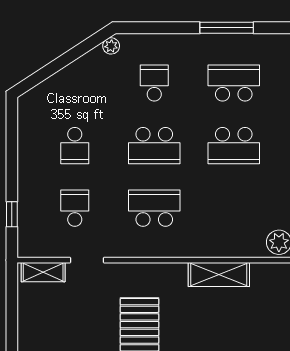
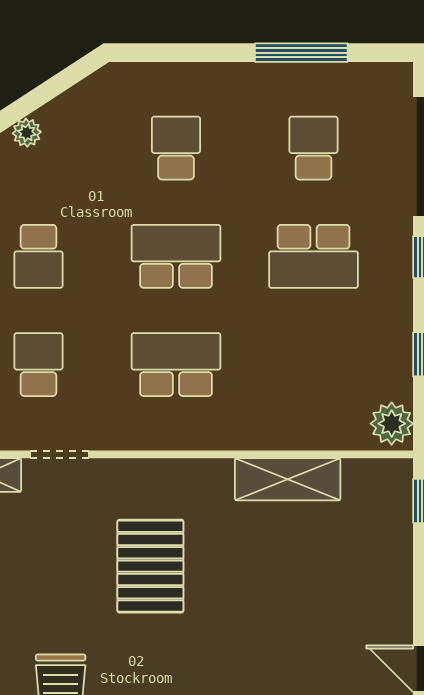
plant: (111, 46) -> (27, 133), moved
school desk: (234, 83) -> (314, 148), width x0.54
school desk: (154, 146) -> (176, 256), turned 180

